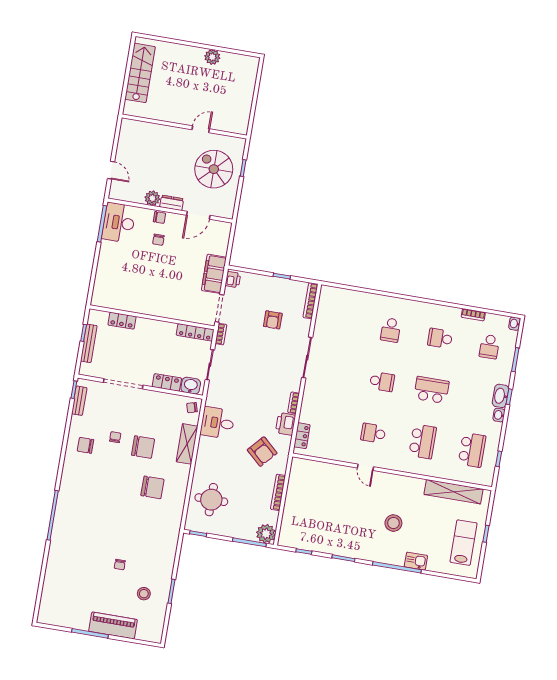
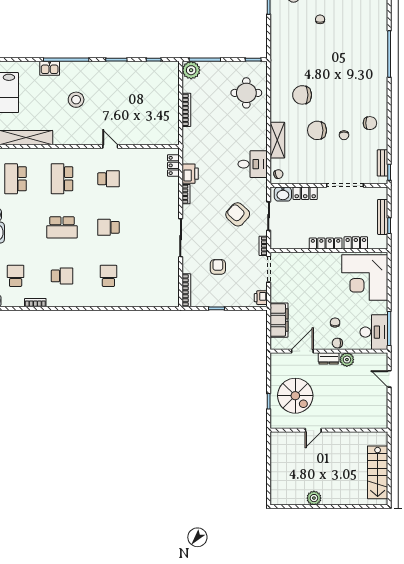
filing cabinet: (214, 274) -> (279, 320), moved
corner desk: (119, 282) -> (365, 278), added
locker: (195, 332) -> (326, 243), moved
armchair: (262, 452) -> (238, 214), moved

